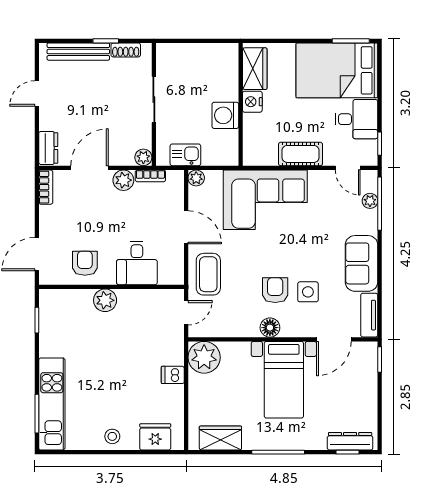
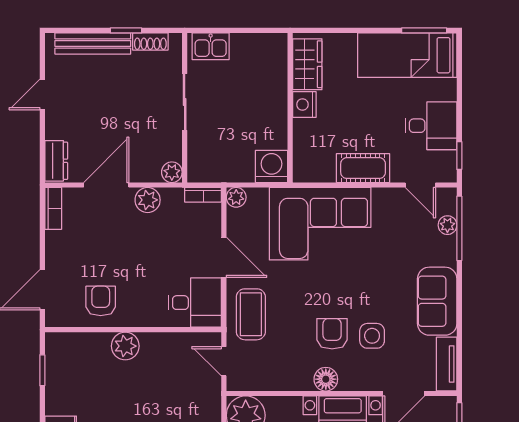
bed: (337, 70) -> (407, 55), width x0.67
washing machine: (225, 115) -> (272, 166), moved, turned 90
kitchen sink: (185, 155) -> (211, 46), moved, turned 180
bookcase: (150, 176) -> (203, 195), moved
desk: (137, 263) -> (195, 303), moved, turned -90
door: (186, 313) -> (224, 361), swing flipped

